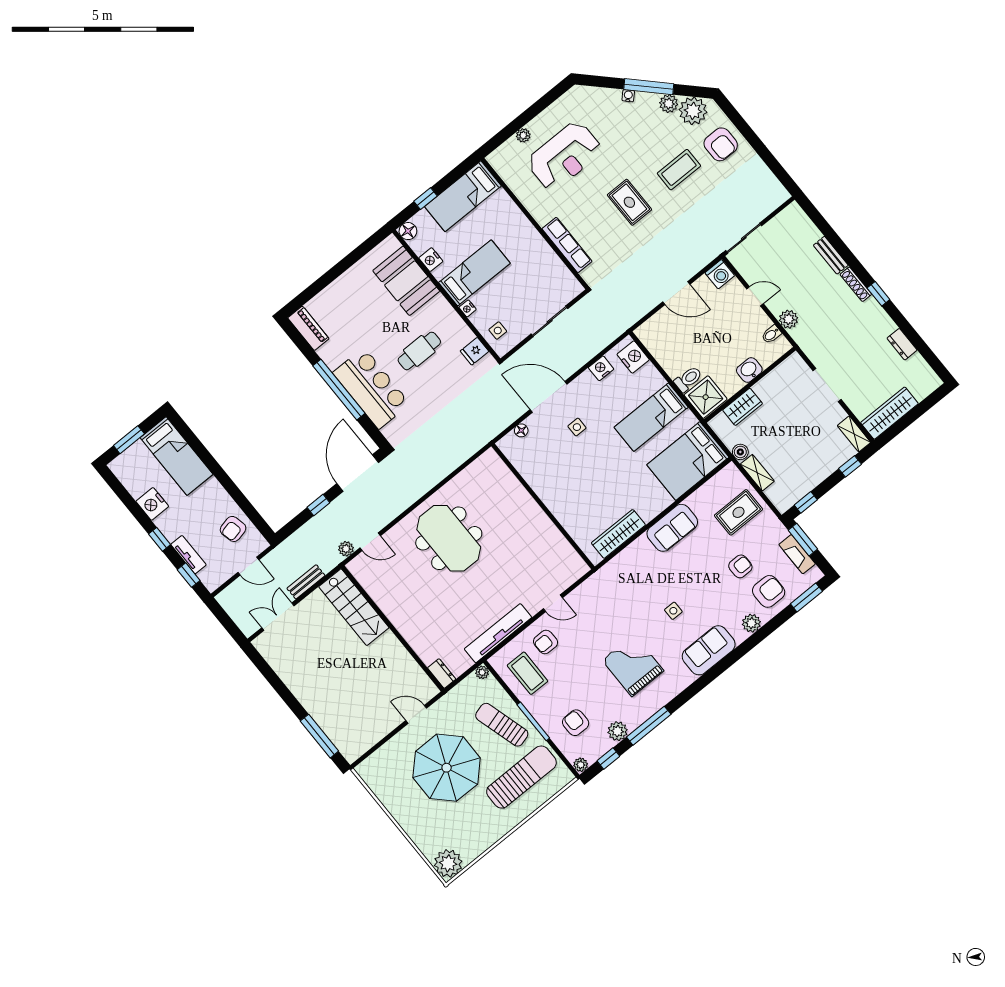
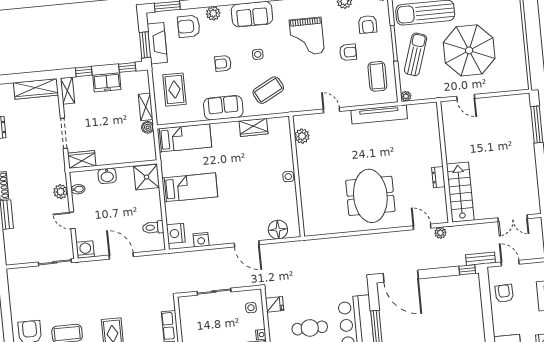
toilet: (688, 379) -> (153, 227), moved
door: (549, 397) -> (247, 244), width x0.73
wardrobe: (743, 407) -> (82, 160), moved
side table: (577, 427) -> (288, 177), moved
floor lamp: (521, 430) -> (278, 230), width x1.89, depth x1.89
bed: (688, 461) -> (184, 138), width x0.67
freezer: (817, 471) -> (107, 82), added
door: (358, 473) -> (401, 276), hinge flipped
window: (318, 505) -> (467, 270), moved
rug: (738, 512) -> (174, 90), turned 90
armchair: (233, 529) -> (504, 293), turned -79
wardrobe: (618, 534) -> (253, 127), width x0.67
plant: (566, 554) -> (302, 136), added
fireplace: (797, 554) -> (157, 43), width x1.37, depth x1.32
armchair: (740, 566) -> (223, 63), moved
coffee table: (636, 579) -> (268, 90), added
bench: (306, 582) -> (481, 259), moved
armchair: (546, 642) -> (348, 52), moved
dresser: (442, 673) -> (438, 177), moved
sun lounger: (502, 725) -> (416, 54), turned -146

